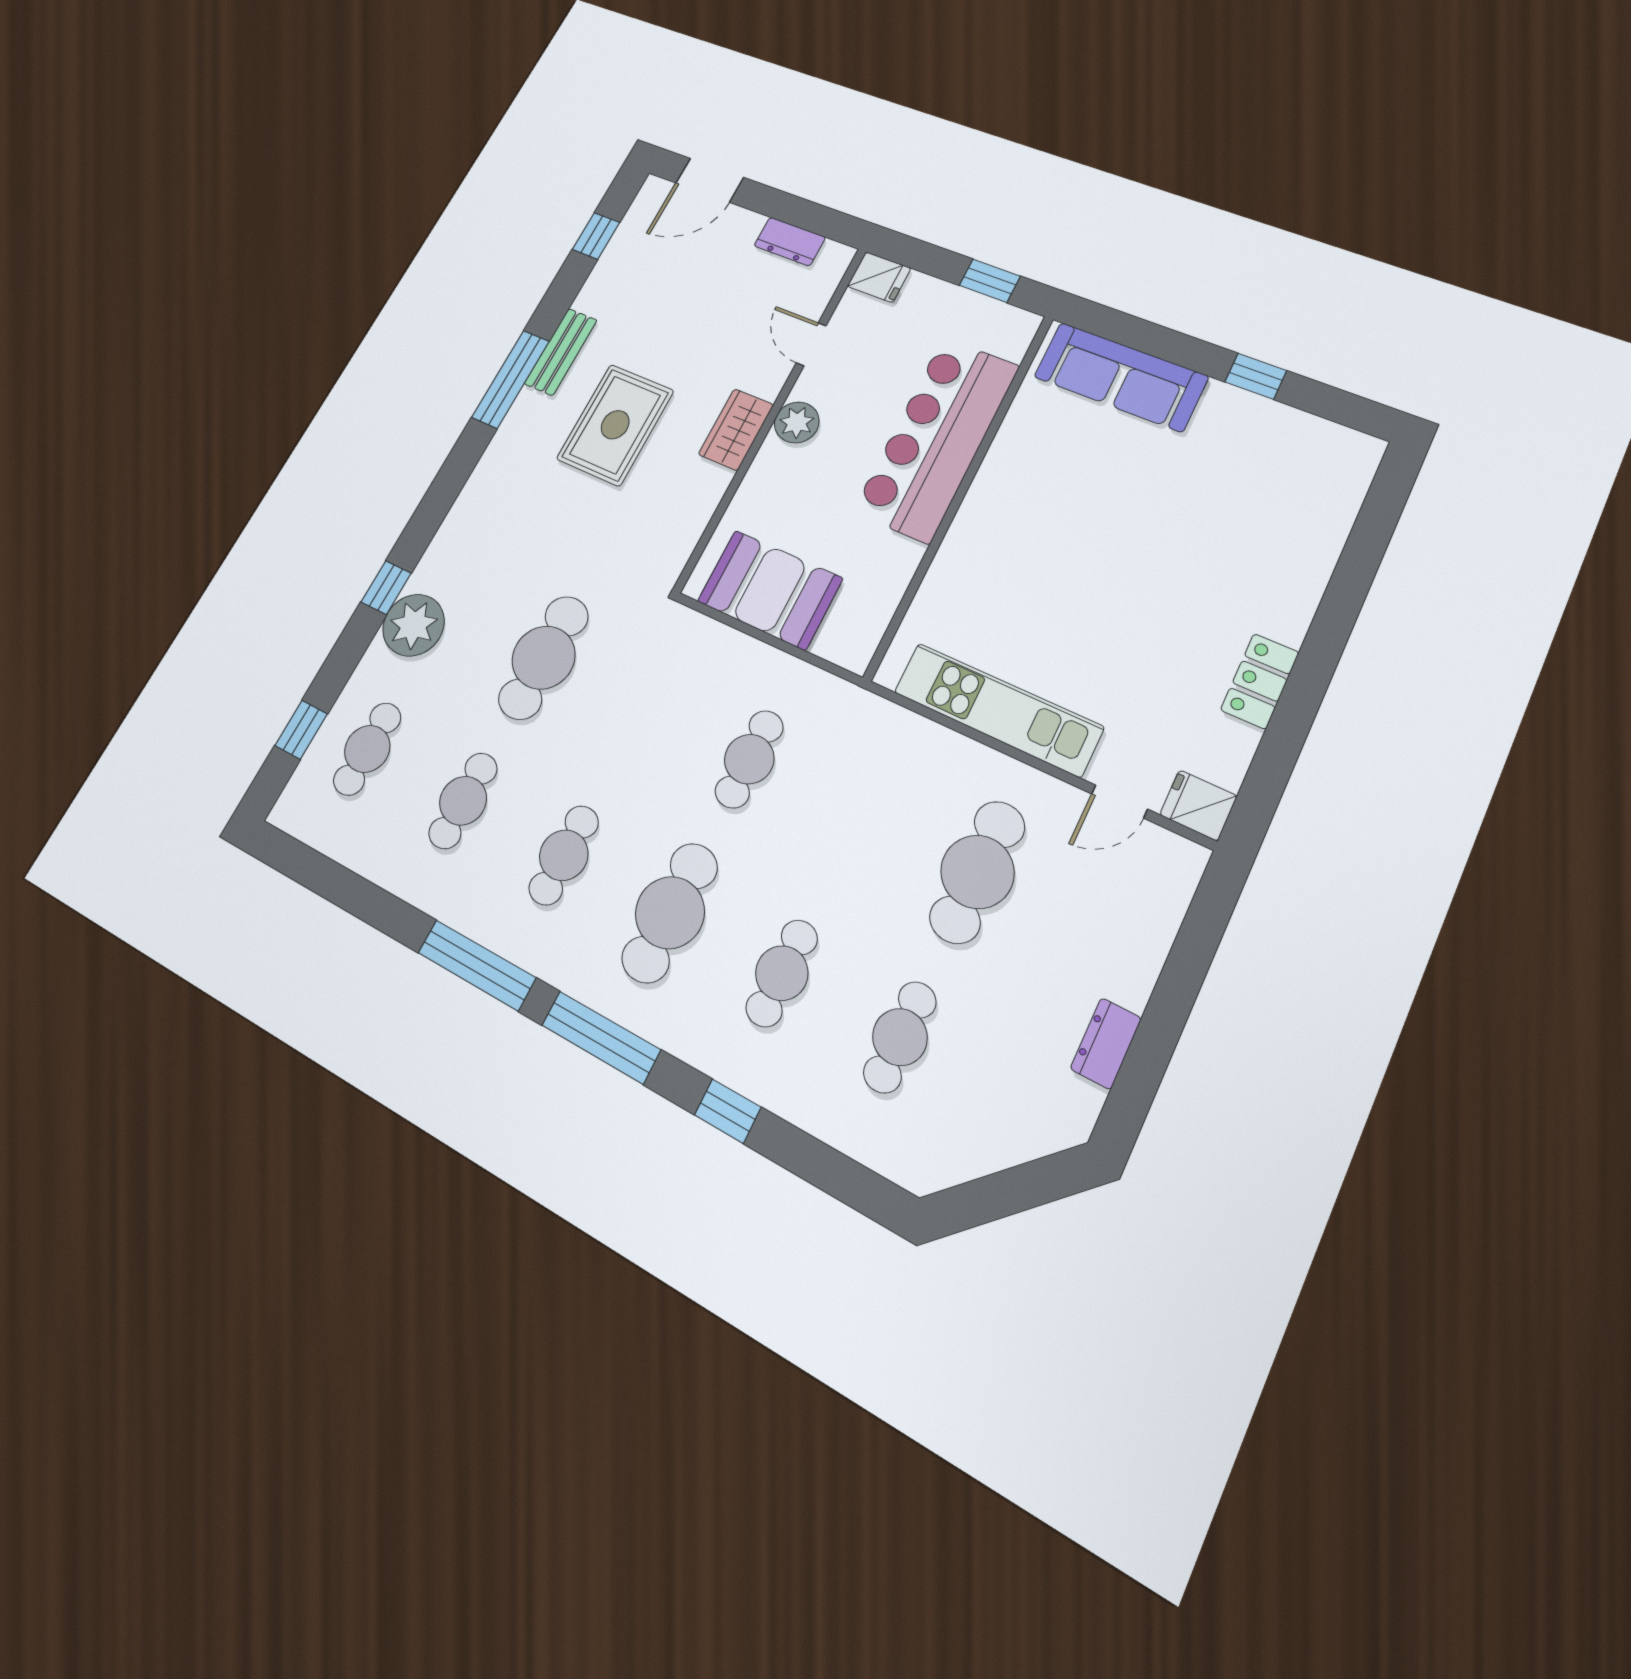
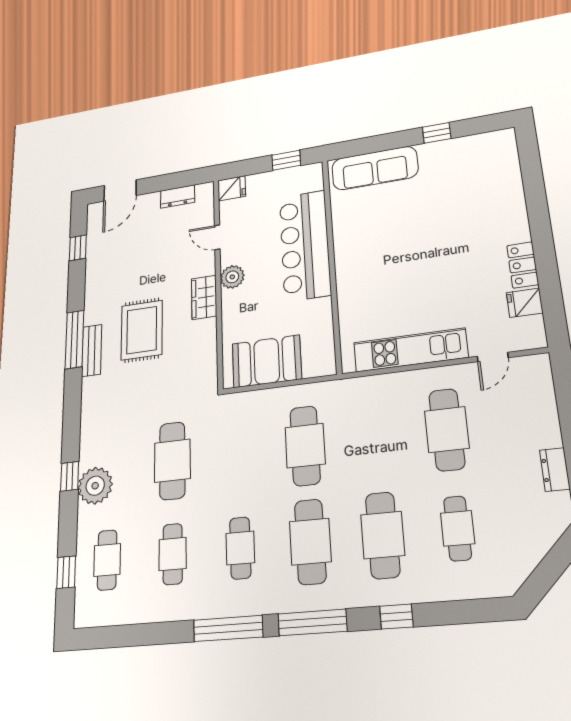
bench: (561, 352) -> (92, 350), moved
cafe table: (749, 759) -> (305, 446), width x1.37, depth x1.35
fridge: (1198, 805) -> (525, 303), moved
cafe table: (782, 973) -> (383, 535), width x1.37, depth x1.35

